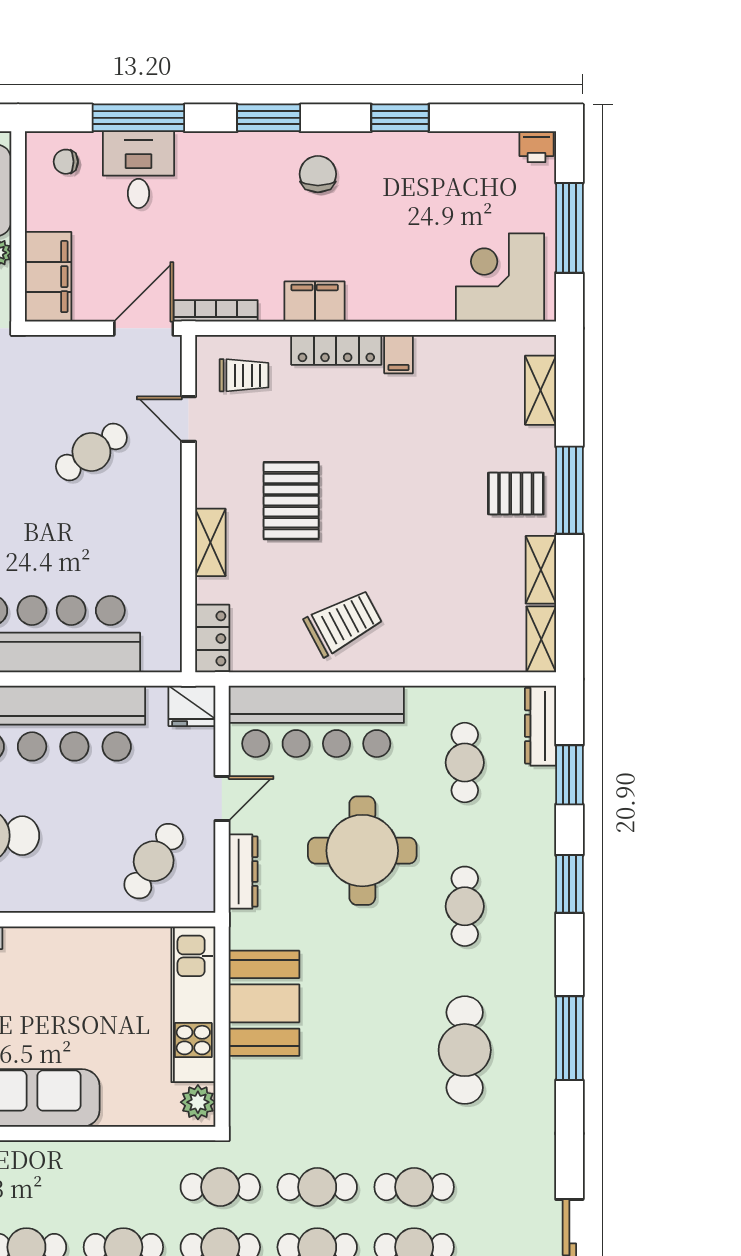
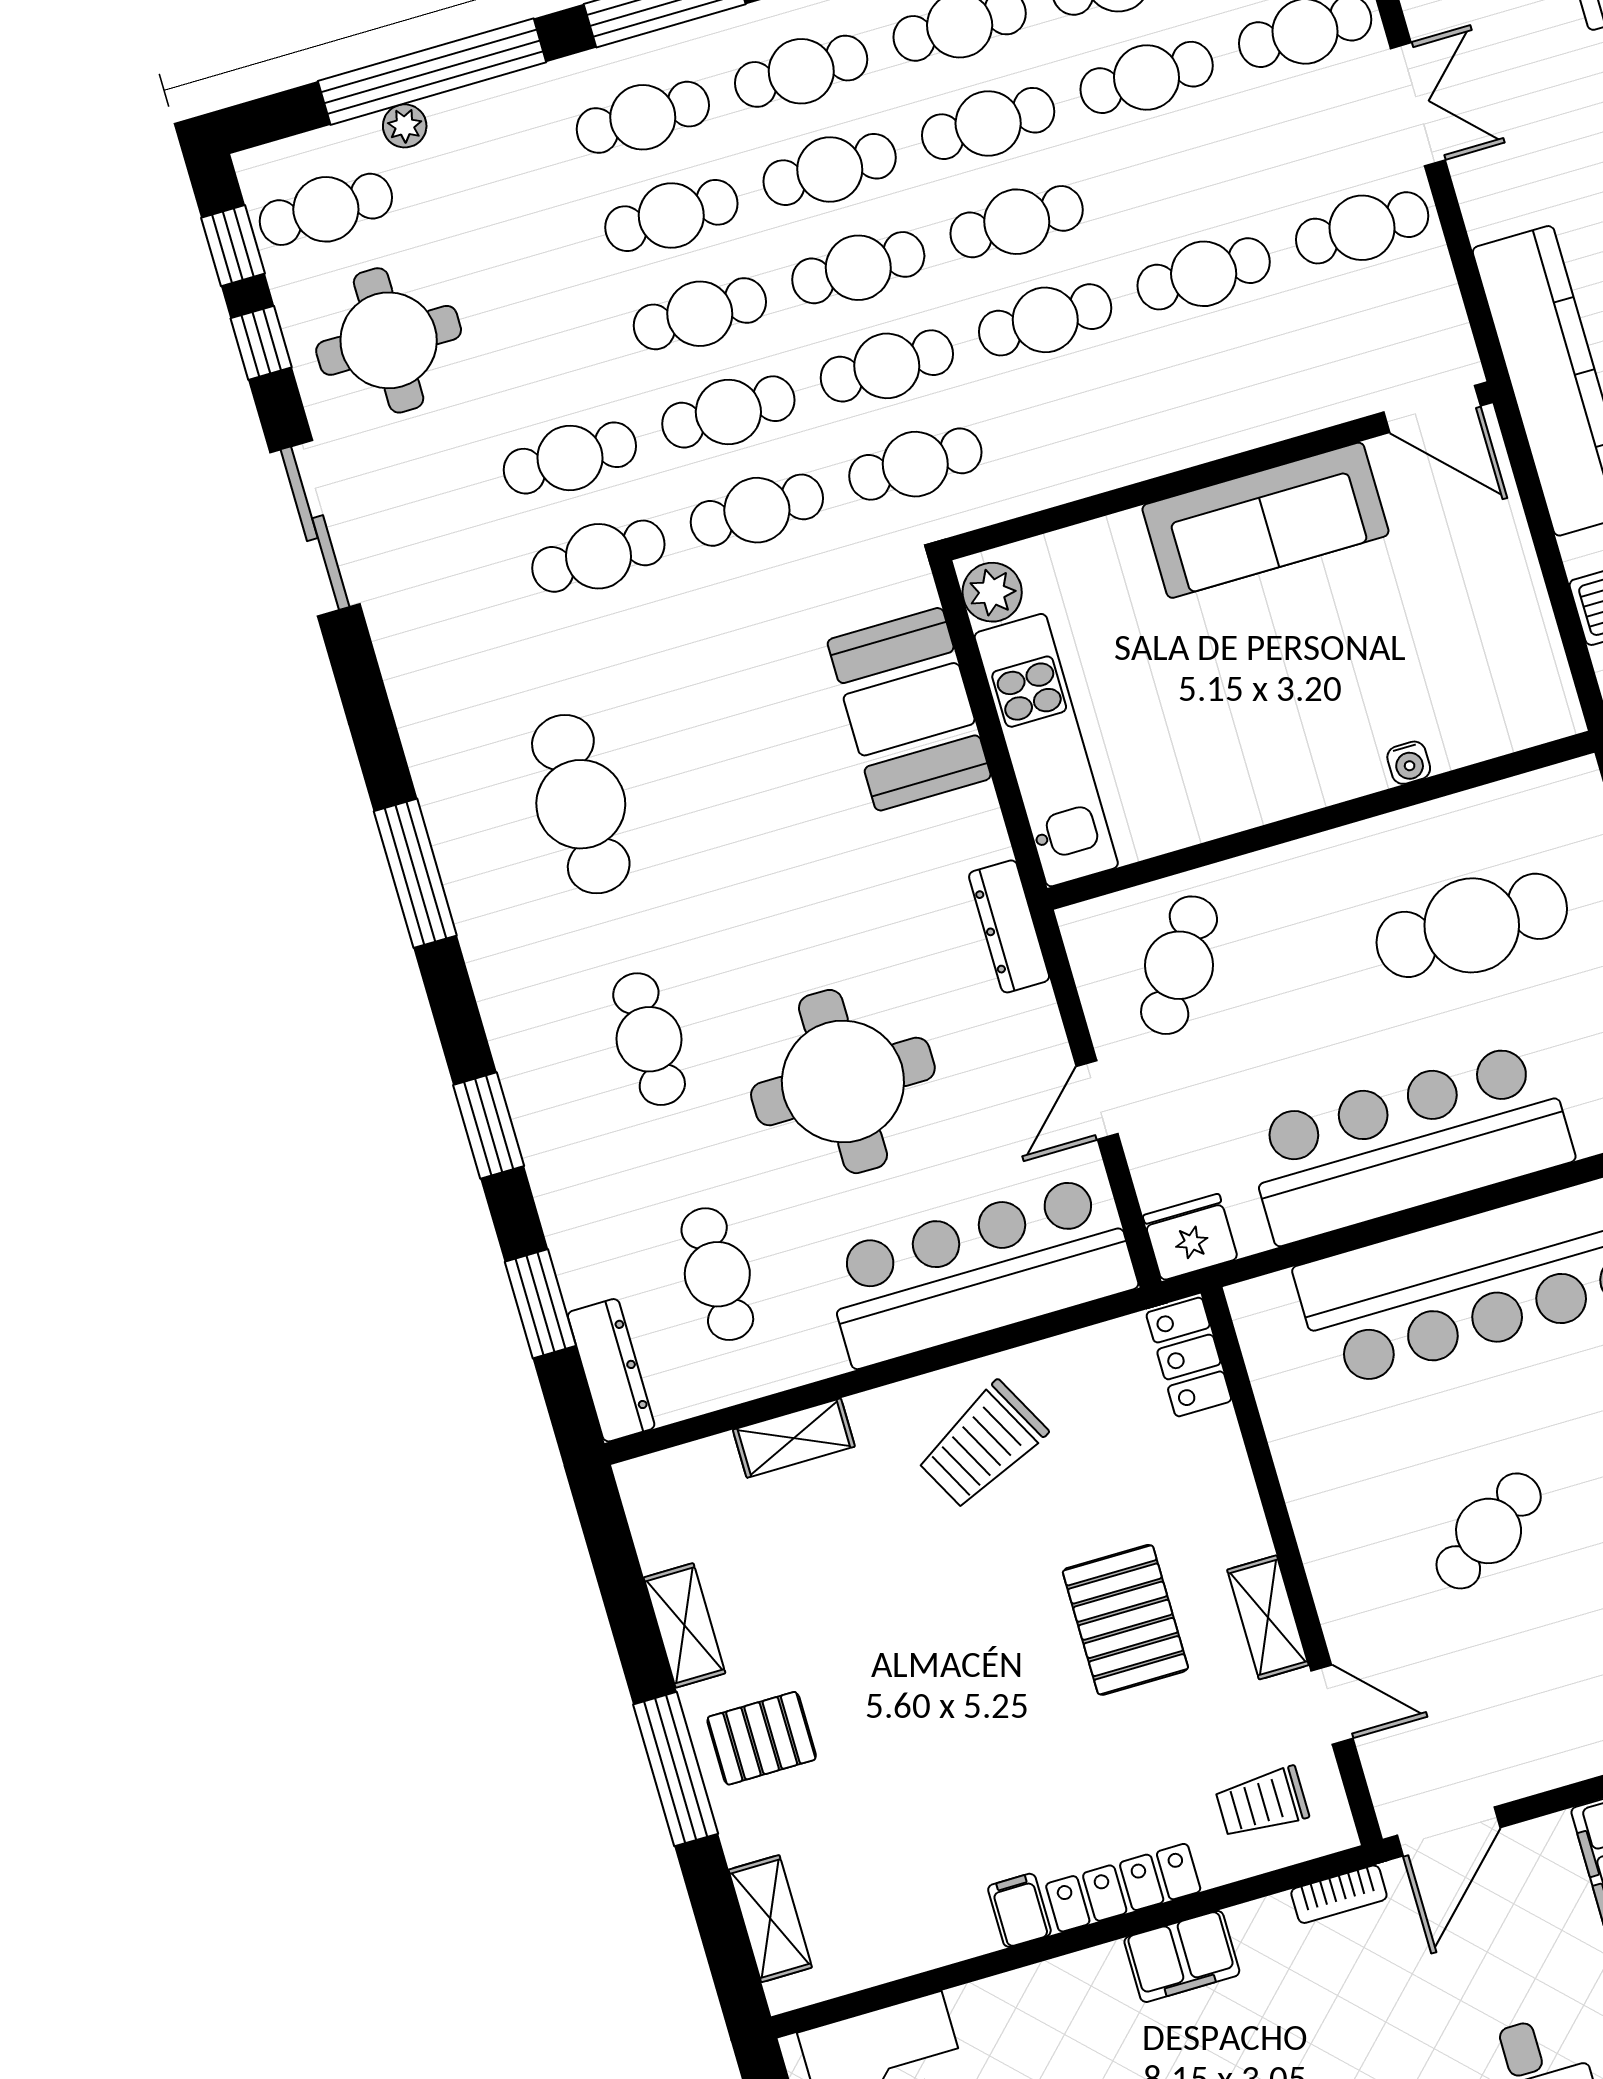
bookcase: (216, 311) -> (1339, 1894), width x0.64
cafe table: (91, 452) -> (1489, 1531), moved
shelving: (210, 542) -> (1268, 1617), moved
shelving: (541, 639) -> (794, 1438), moved, turned 90
dresser: (243, 872) -> (1009, 926), moved
booth: (264, 1003) -> (909, 709), moved

